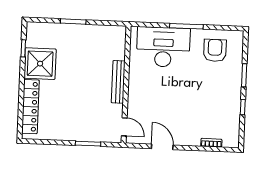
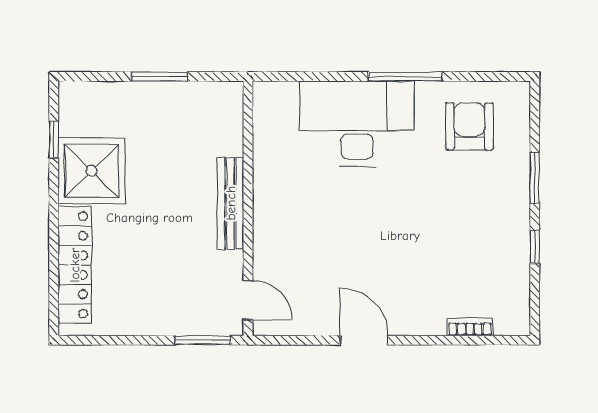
bench: (118, 82) -> (231, 203), moved
wall: (126, 85) -> (248, 208), moved
door: (124, 127) -> (248, 300), moved

